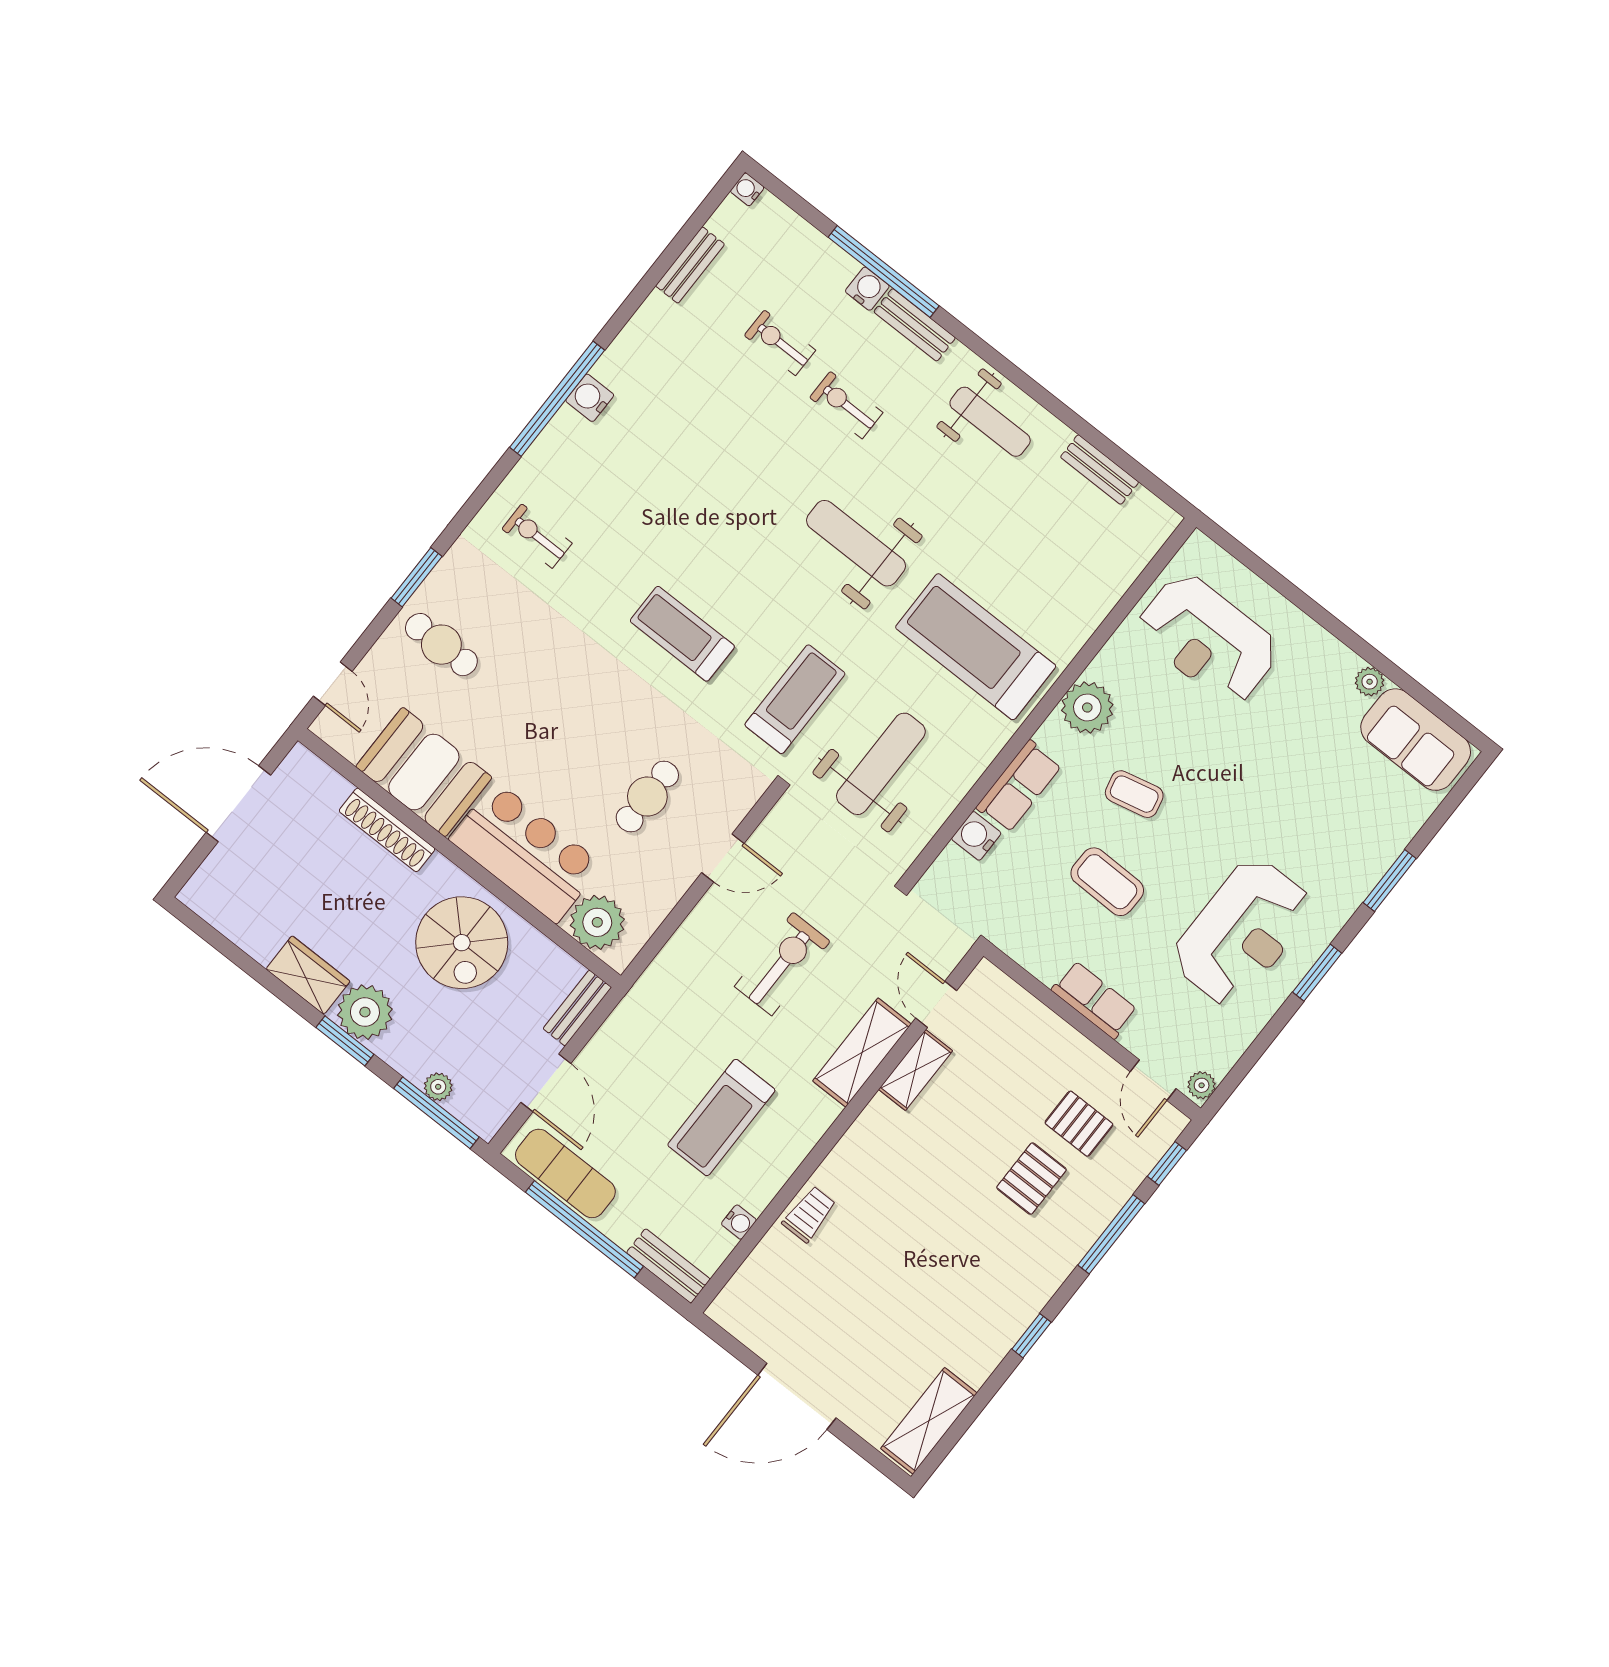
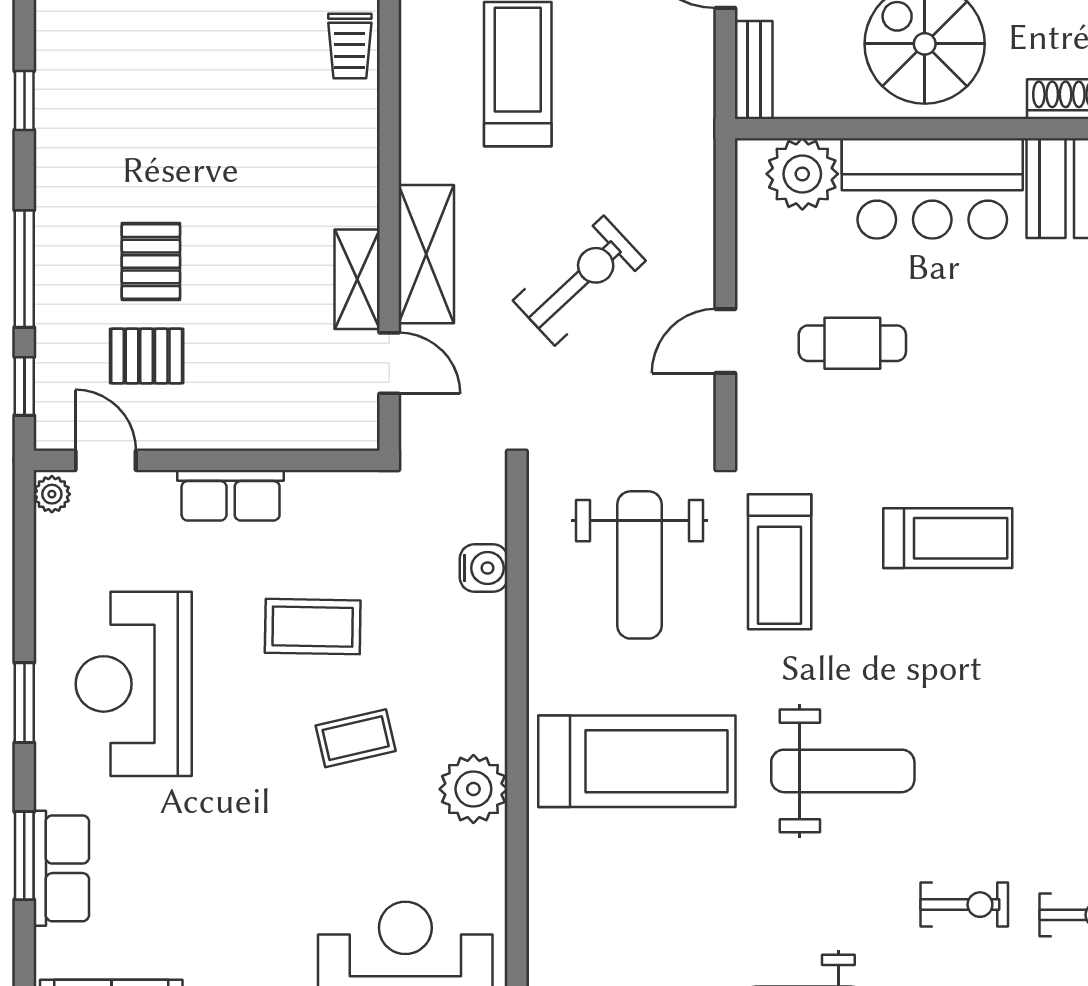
row of seats: (1019, 786) -> (61, 868), moved, turned 180
cafe table: (647, 797) -> (852, 343), turned 90
exercise bike: (782, 964) -> (579, 281), turned -133

